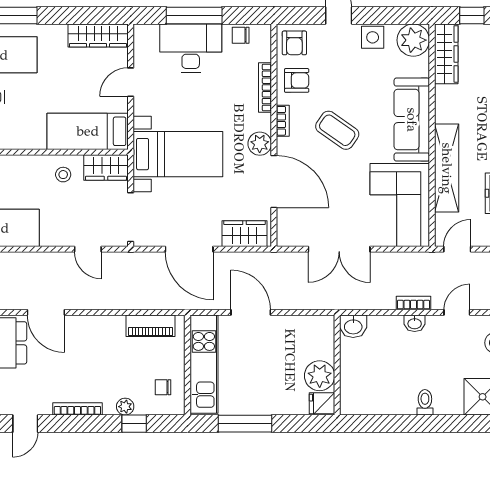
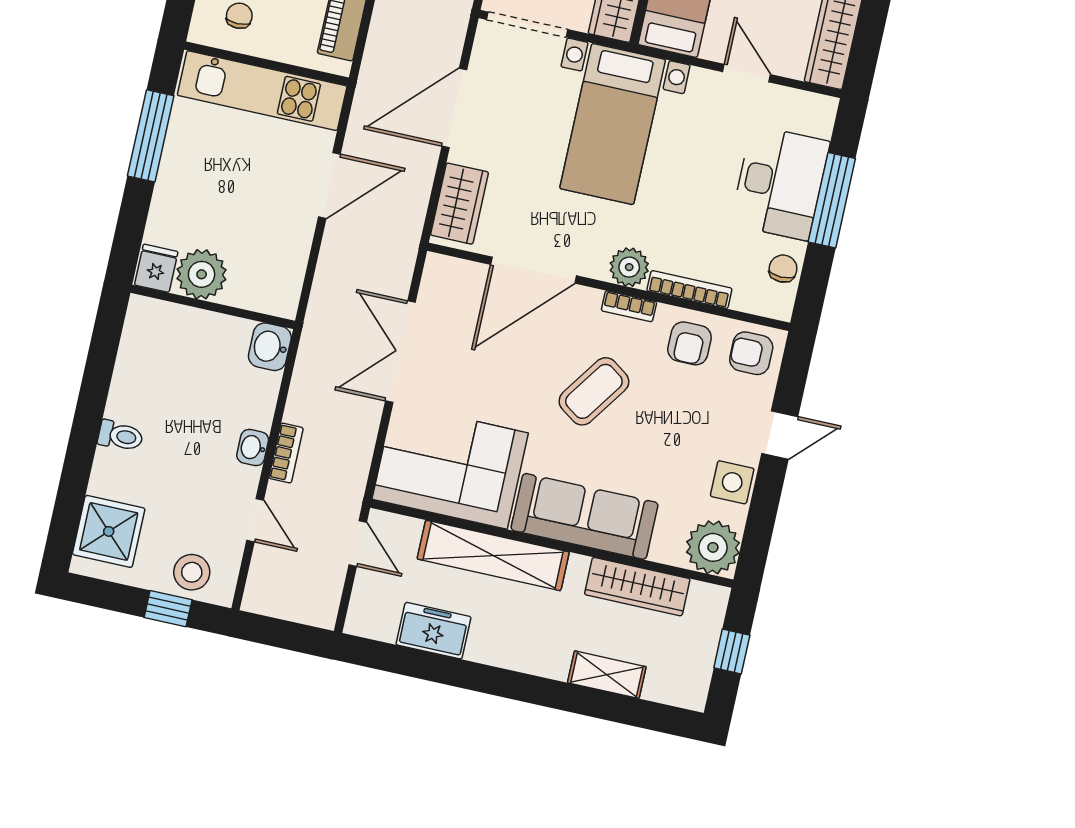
wardrobe: (446, 54) -> (637, 587), moved
plant: (260, 144) -> (629, 267), moved

